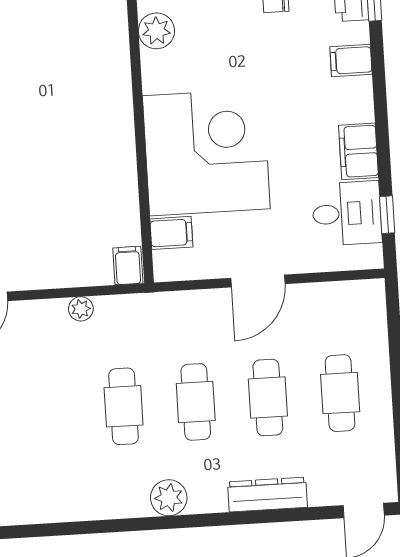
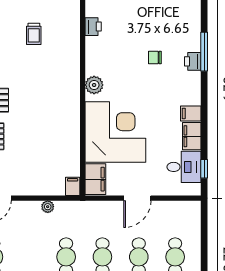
plant: (156, 31) -> (94, 85), moved
filing cabinet: (351, 60) -> (191, 113), moved
filing cabinet: (171, 233) -> (95, 179), width x2.00

